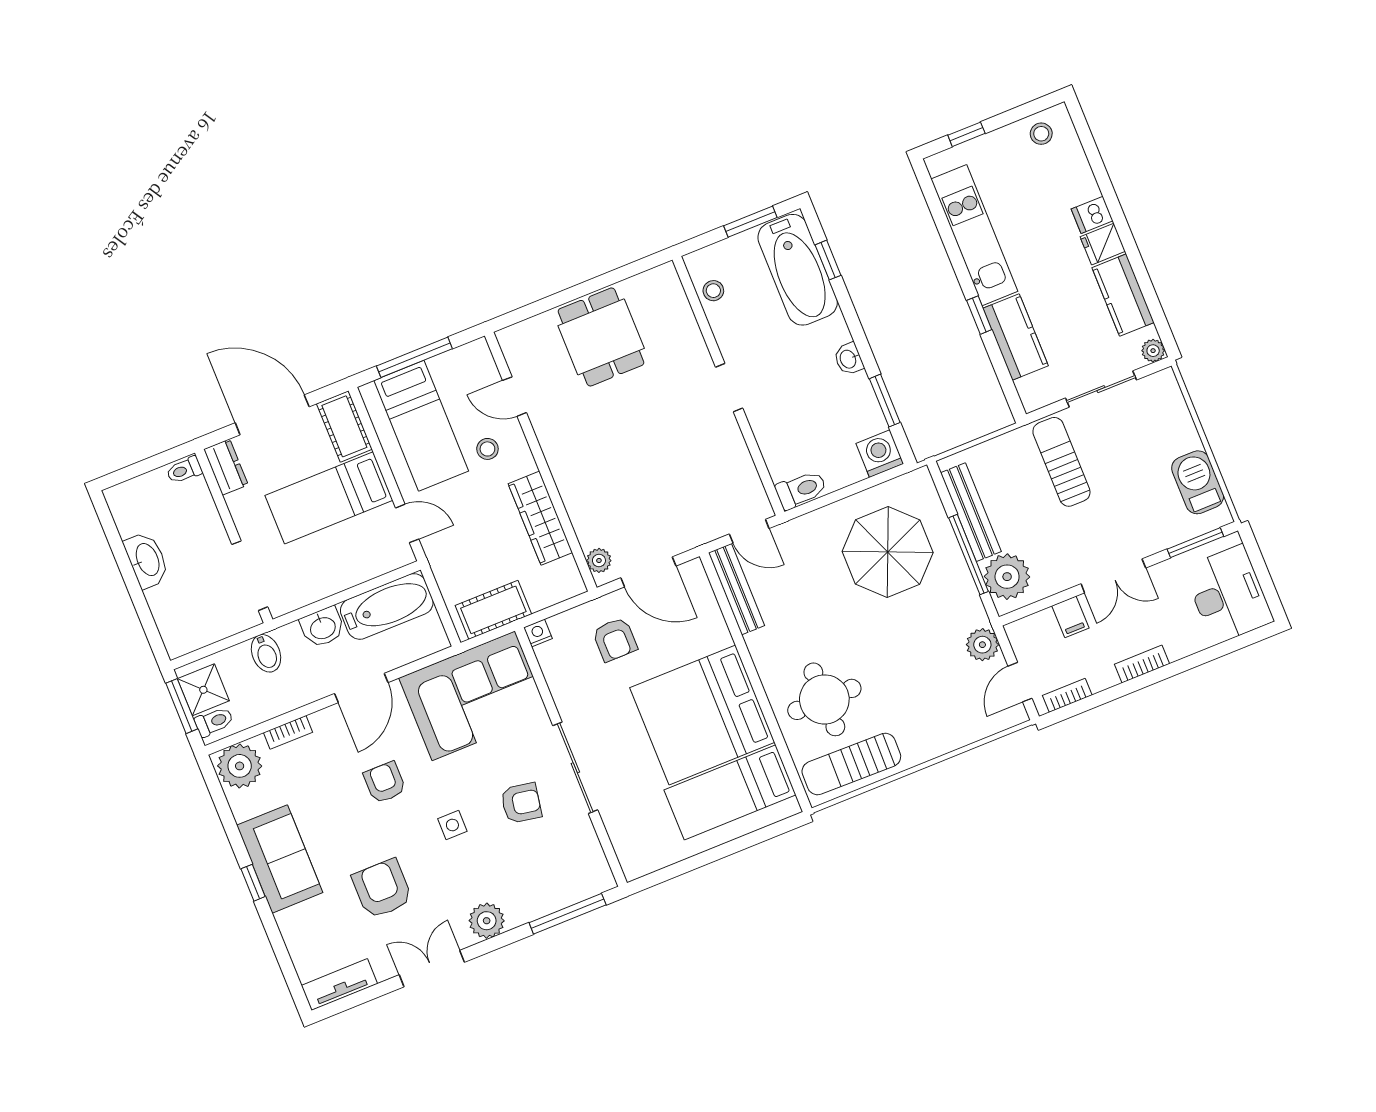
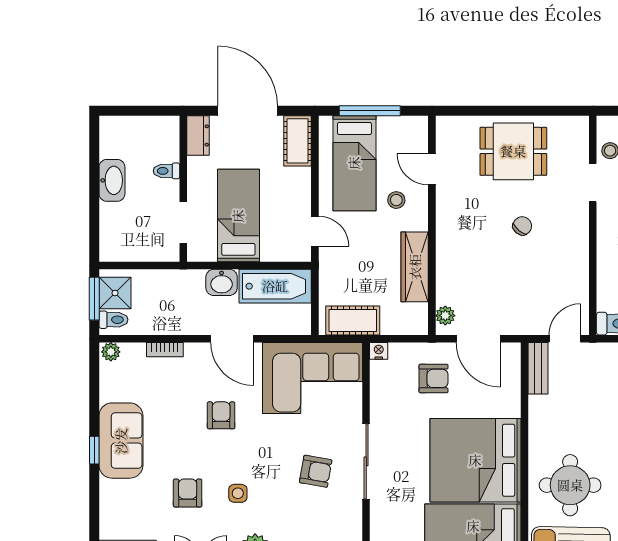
dining table: (601, 337) -> (513, 151), turned 90
doorway: (729, 388) -> (593, 183), moved
chair: (646, 420) -> (522, 226), added
toilet: (184, 470) -> (166, 171), moved
bed: (329, 498) -> (238, 216), moved, turned 90
door: (749, 531) -> (565, 339), swing flipped
doorway: (250, 576) -> (183, 223), width x0.73
bench: (736, 589) -> (538, 368), width x0.73
armchair: (615, 639) -> (434, 378), turned -90
bidet: (266, 653) -> (172, 285), removed
door: (361, 688) -> (232, 339), hinge flipped
plant: (240, 766) -> (111, 352), width x0.53, depth x0.53
side table: (452, 825) -> (238, 493), moved
armchair: (382, 889) -> (188, 493), width x0.72, depth x0.72

